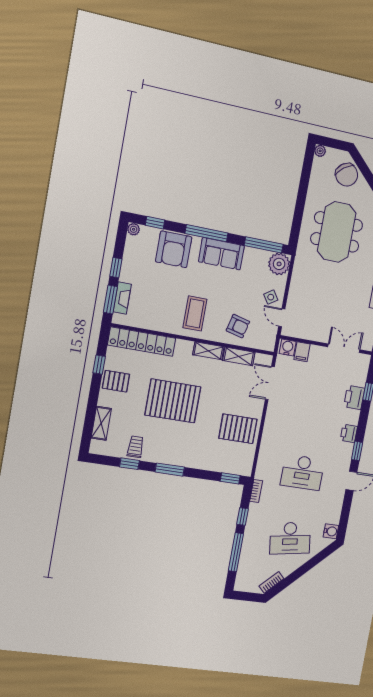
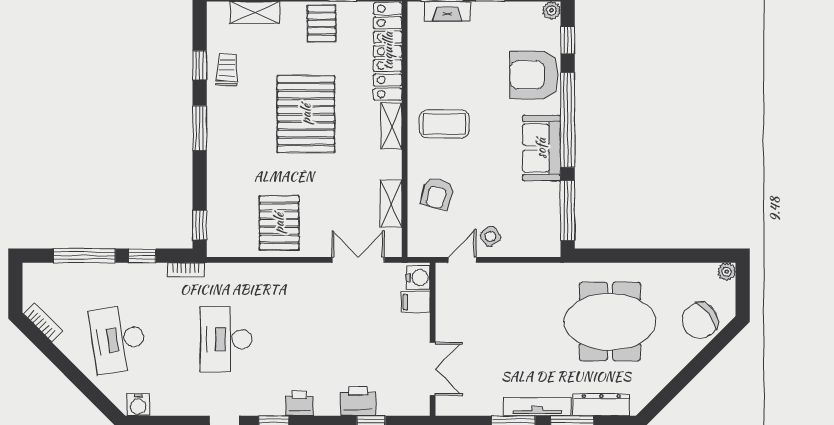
window: (207, 233) -> (568, 120), width x1.46
plant: (279, 264) -> (543, 240), removed
shelving: (208, 351) -> (391, 126), moved
trolley: (135, 447) -> (227, 70), turned -87

